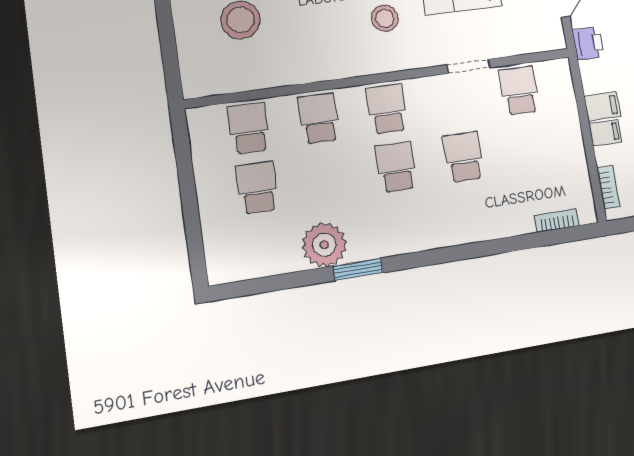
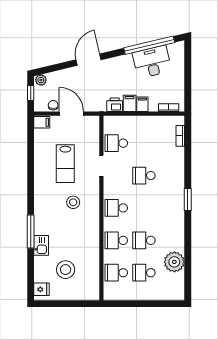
printer: (588, 43) -> (115, 105), moved
school desk: (396, 167) -> (144, 240), moved
plant: (324, 245) -> (174, 262), moved
window: (358, 269) -> (188, 199), moved

